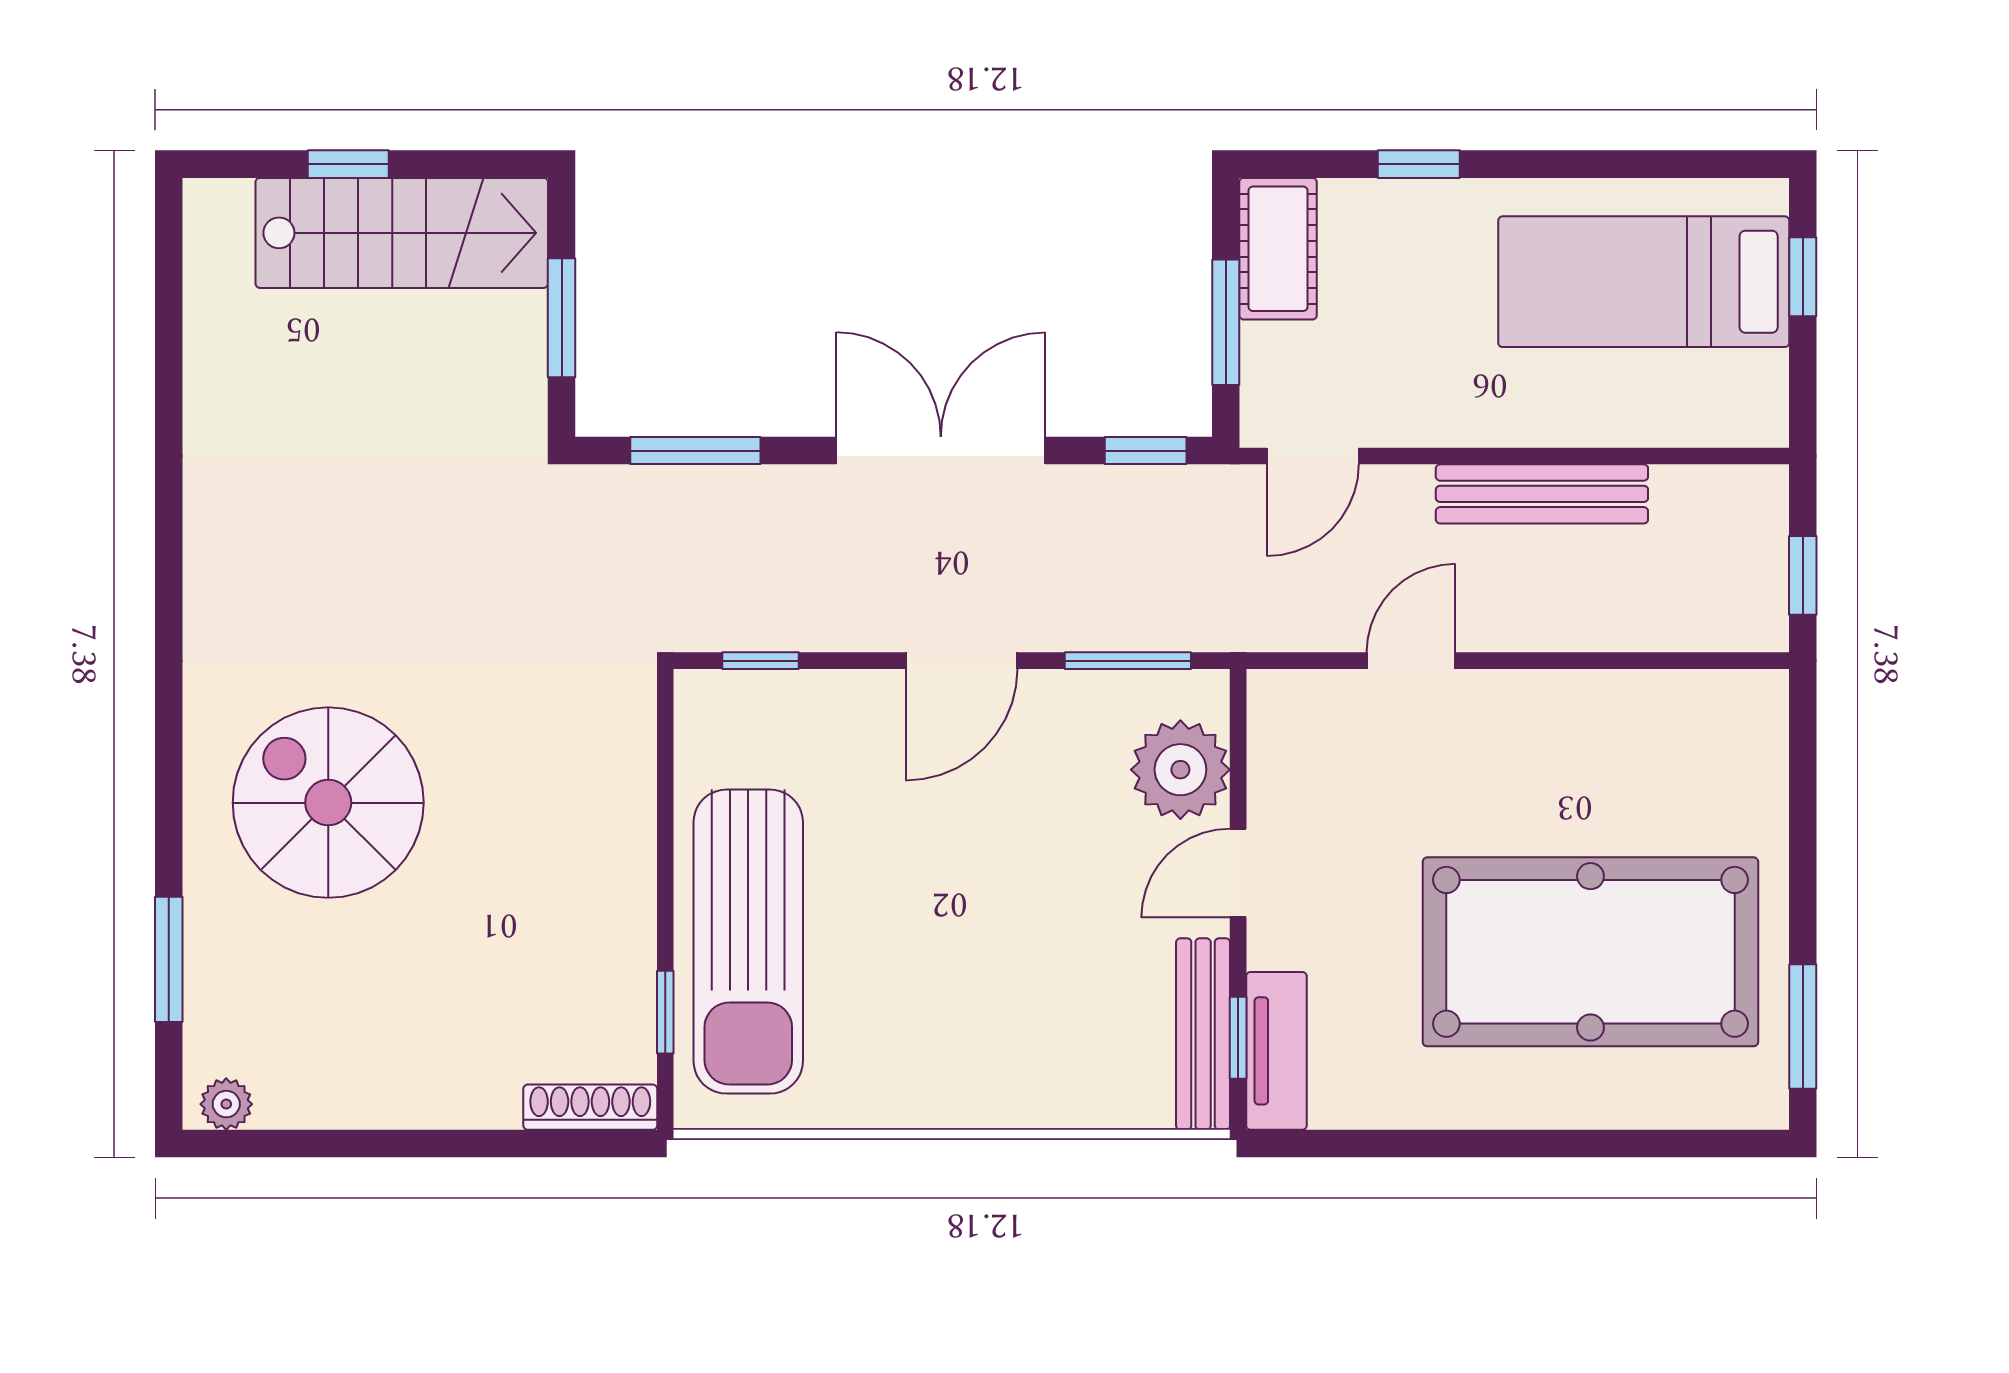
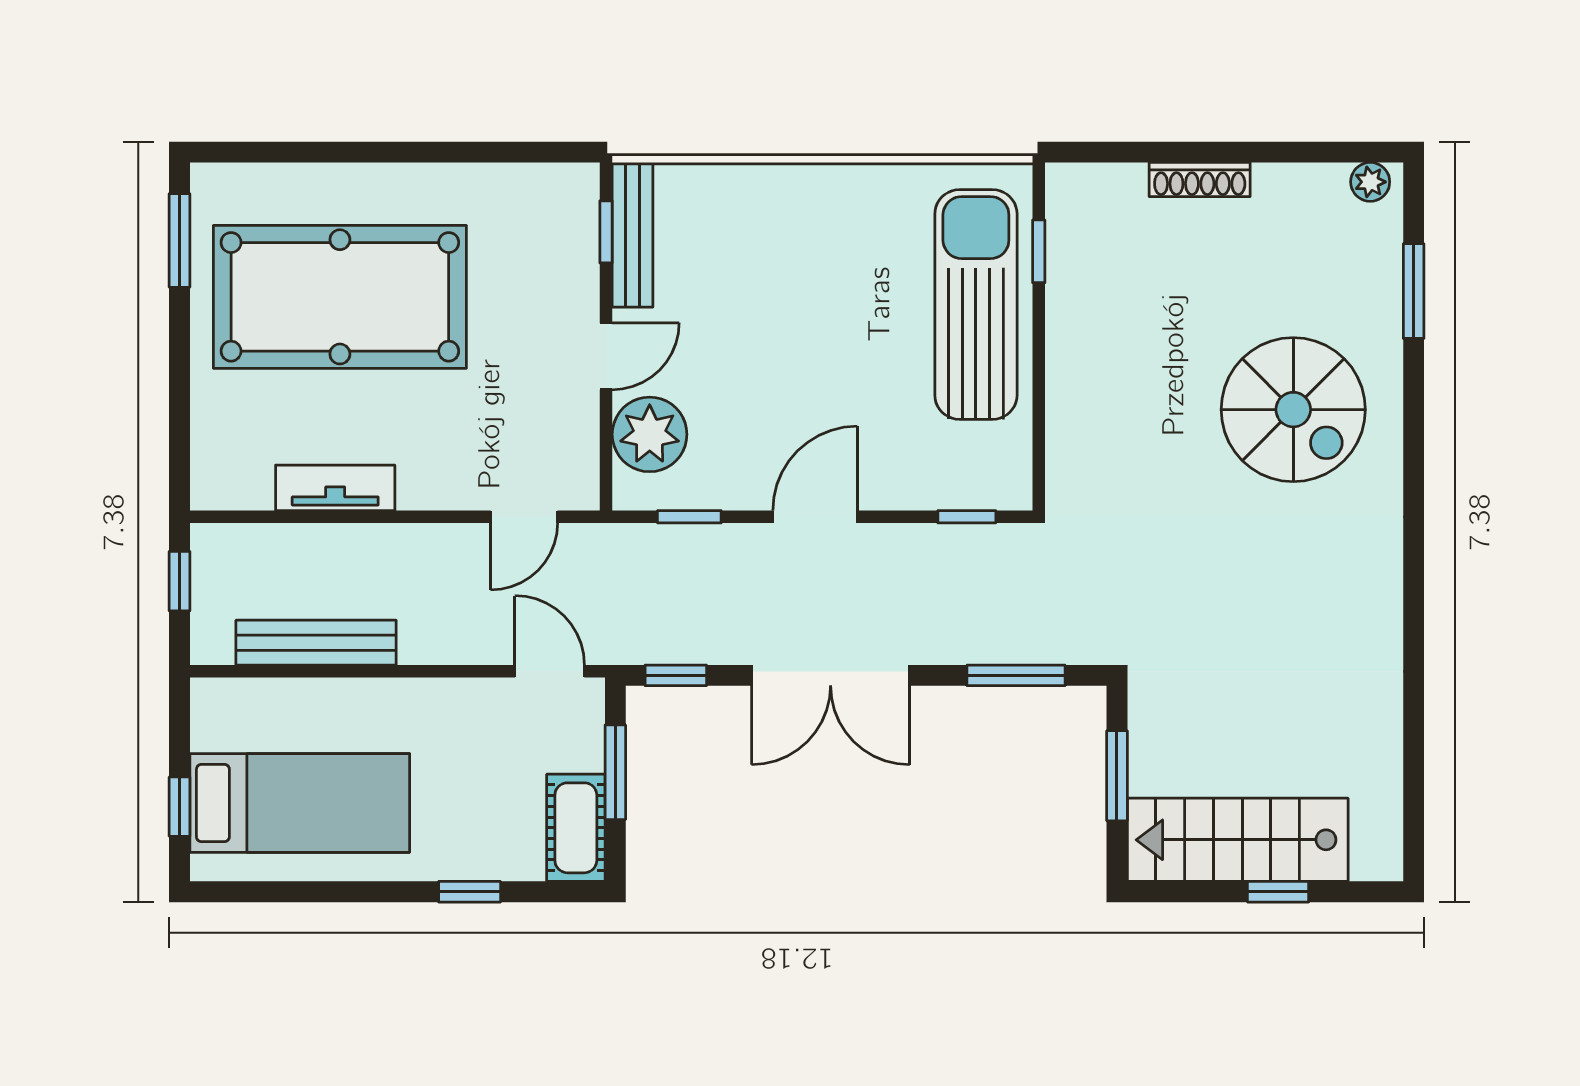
door: (1313, 456) -> (550, 671), hinge flipped
bench: (1542, 494) -> (316, 643), moved
window: (1128, 661) -> (689, 517), width x0.67
door: (1411, 661) -> (524, 517), moved
tv unit: (1276, 1051) -> (335, 488), moved, turned 90
shoe rack: (590, 1107) -> (1200, 180), moved

